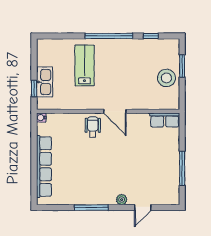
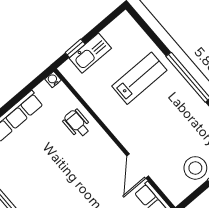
door: (115, 111) -> (138, 166), moved
wheelchair: (93, 127) -> (77, 123), moved, turned -90

